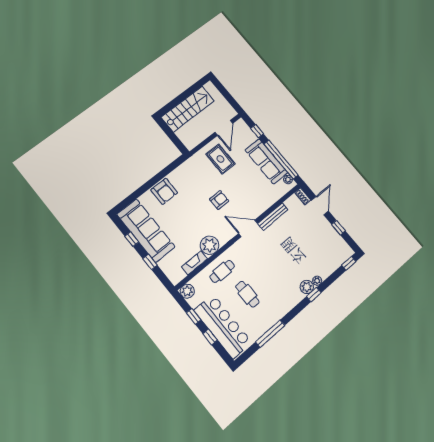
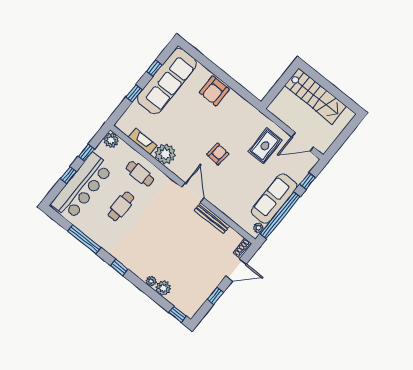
armchair: (219, 200) -> (218, 154), turned -85
plant: (307, 287) -> (163, 288), moved
window: (314, 295) -> (119, 268), moved

